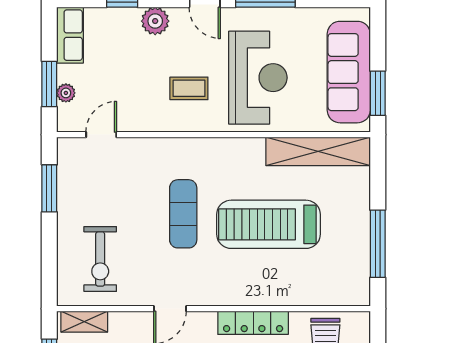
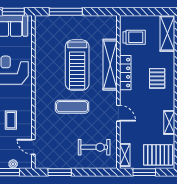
coffee table: (189, 88) -> (11, 120), moved
shelving: (318, 151) -> (110, 65), moved
window: (378, 244) -> (66, 12), moved

